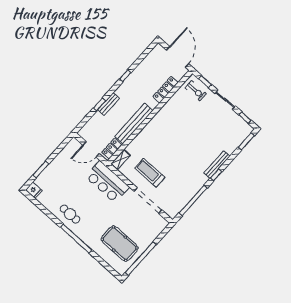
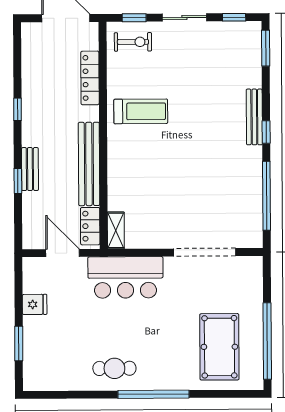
door: (91, 149) -> (63, 253), swing flipped
treadmill: (150, 173) -> (141, 111), moved, turned 180
fridge: (34, 190) -> (35, 304), moved
pool table: (120, 244) -> (219, 347), turned 90

